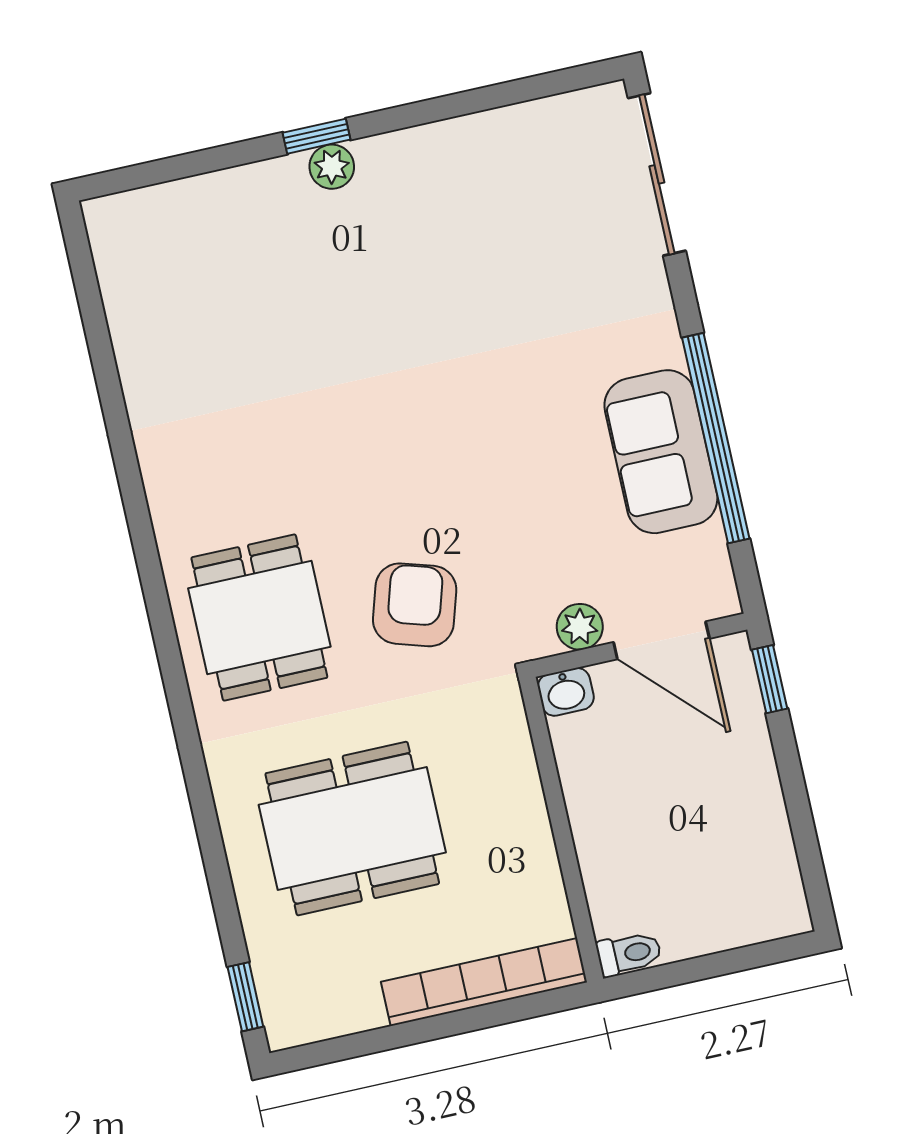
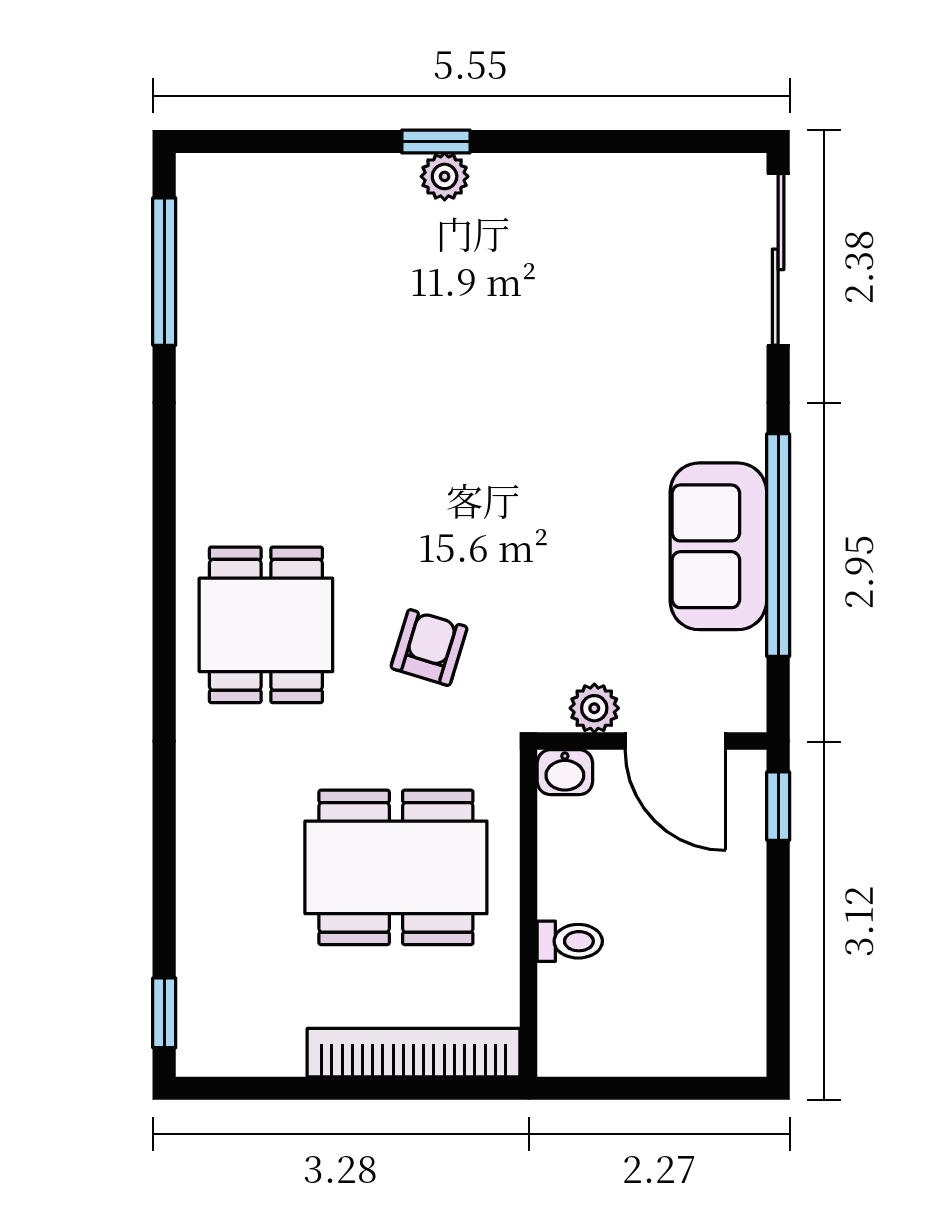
window: (92, 312) -> (164, 272), added
armchair: (415, 605) -> (429, 647), width x0.72, depth x0.72
dining table: (352, 829) -> (396, 867), moved
toilet: (629, 954) -> (570, 941), moved

